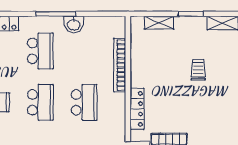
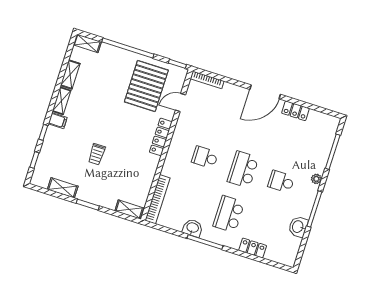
shelving: (159, 23) -> (129, 209), moved
bookcase: (120, 65) -> (158, 199), moved
school desk: (84, 102) -> (205, 157), width x0.54

